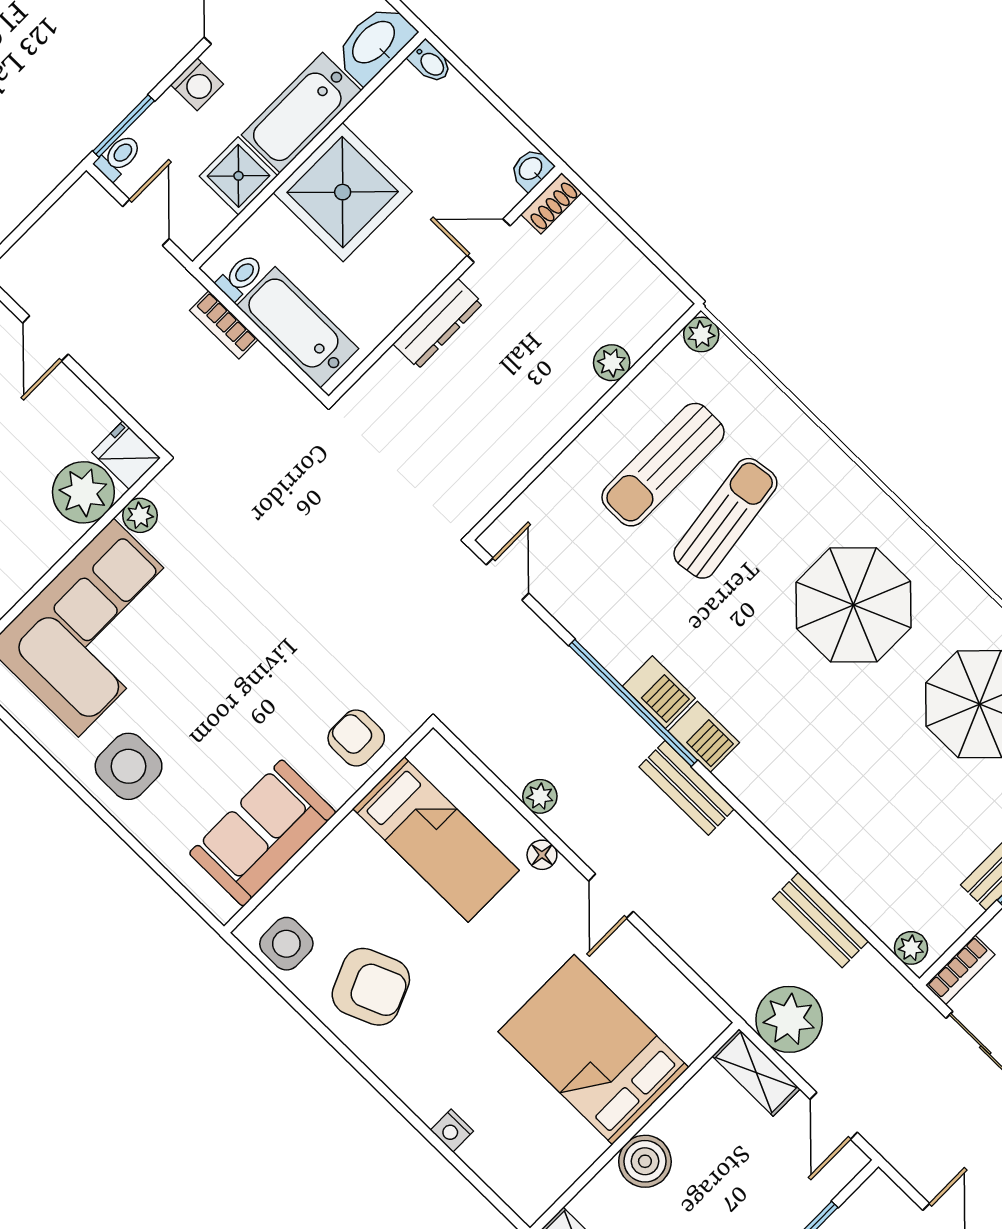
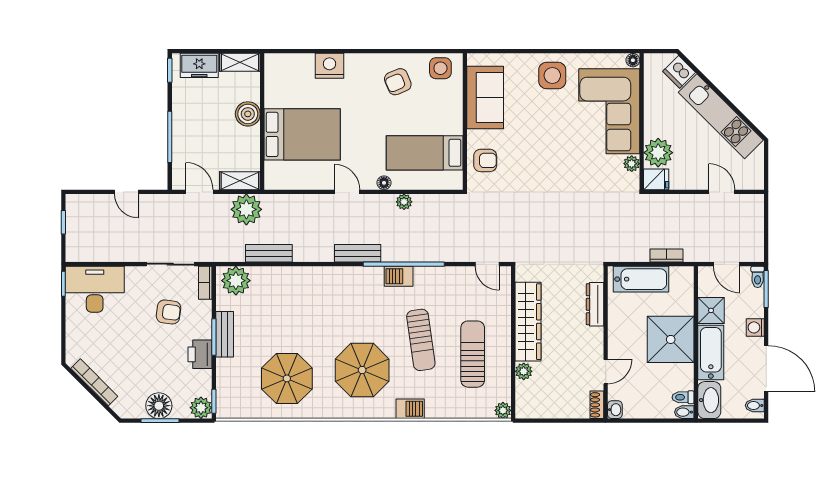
toilet: (240, 277) -> (683, 397), moved, turned 90
dresser: (438, 324) -> (595, 304), moved
wardrobe: (531, 431) -> (528, 322), added
sun lounger: (725, 518) -> (421, 340), moved
barbecue: (704, 737) -> (410, 409), moved, turned 180
plant: (911, 948) -> (236, 281), width x1.88, depth x1.88
armchair: (371, 987) -> (398, 82), width x0.72, depth x0.72
nightstand: (452, 1131) -> (329, 66), width x1.89, depth x1.79

